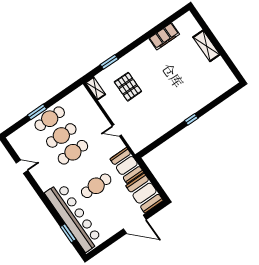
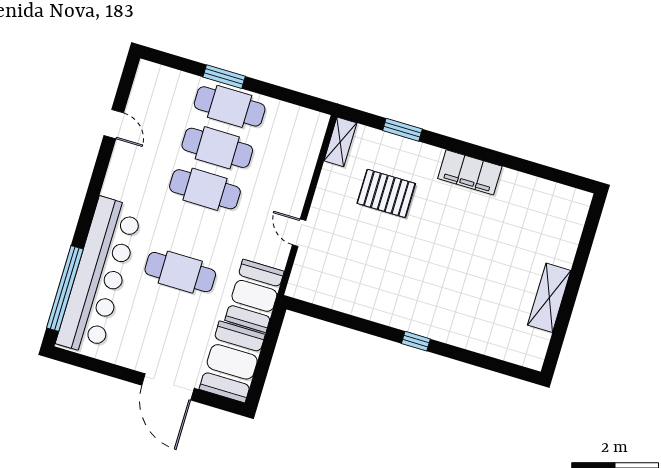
filing cabinet: (164, 36) -> (470, 172), moved
shelving: (206, 46) -> (549, 298), moved
pallet: (128, 87) -> (386, 193), turned 90
window: (68, 233) -> (65, 289), width x2.11

